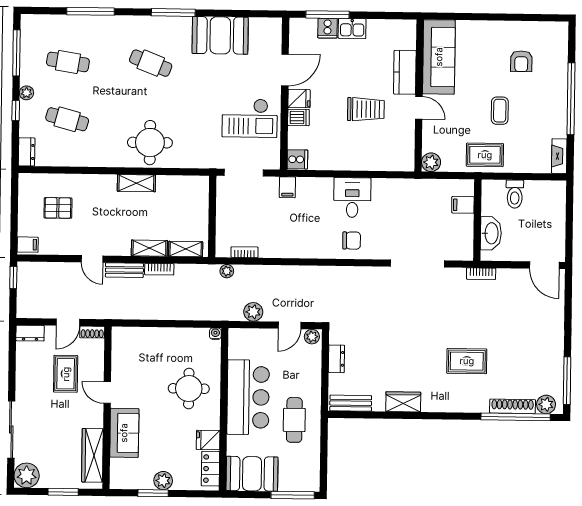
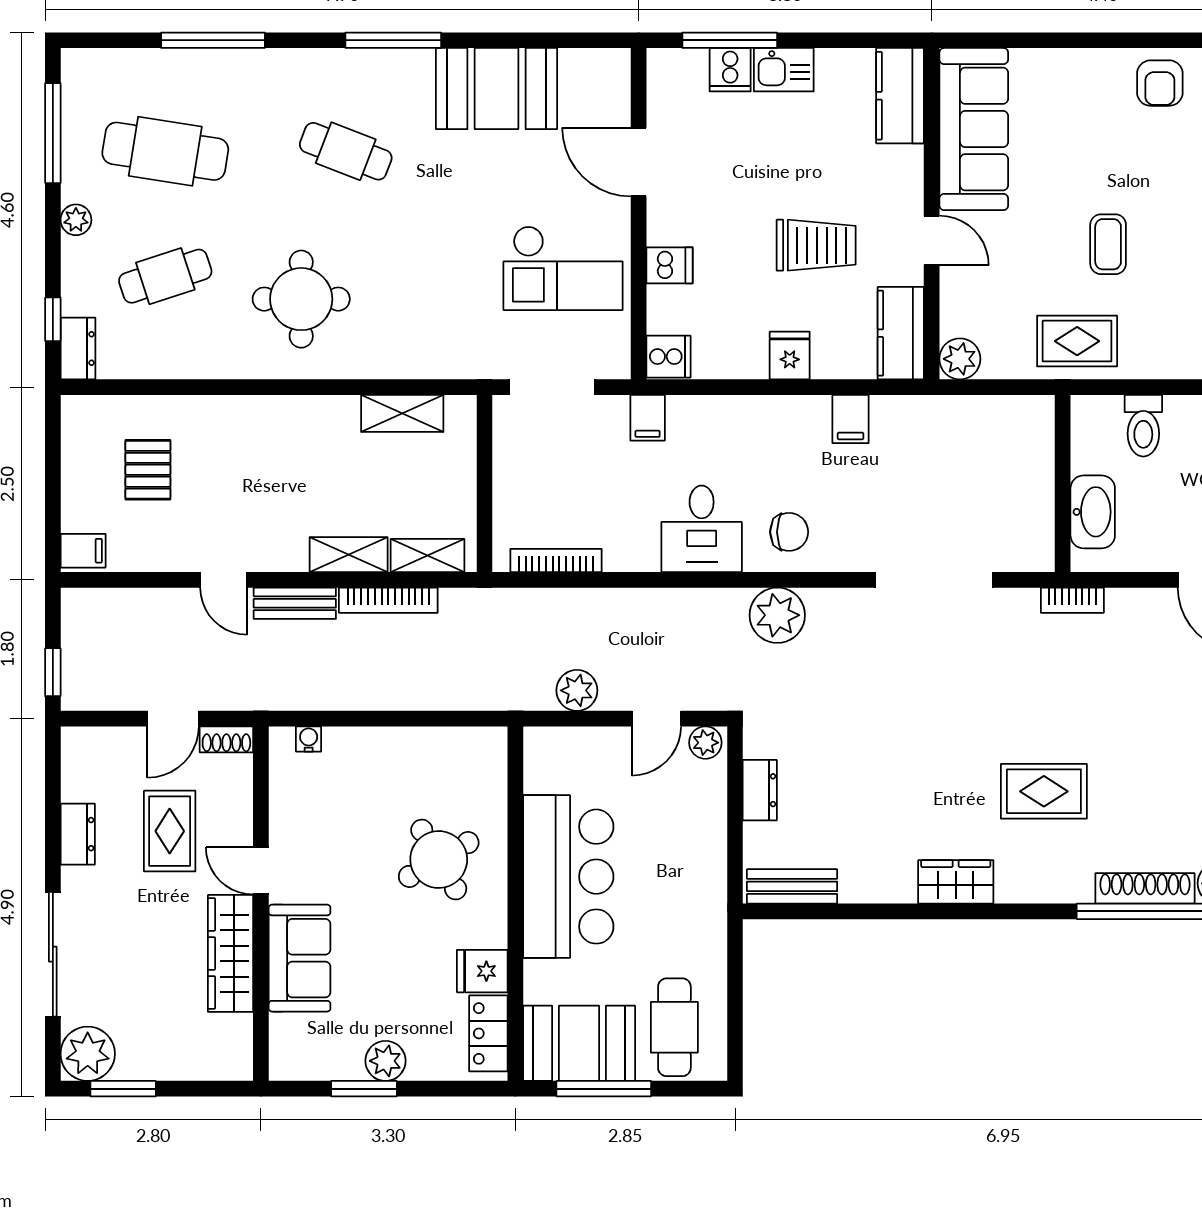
armchair: (521, 61) -> (1160, 83), moved
cafe table: (68, 62) -> (165, 151), width x1.37, depth x1.35
door: (285, 70) -> (639, 162), swing flipped
kitchen counter: (405, 72) -> (900, 96), moved
fridge: (299, 99) -> (790, 356), moved, turned -90
window: (16, 111) -> (53, 319), moved
cafe table: (67, 119) -> (165, 276), turned -33
round table: (150, 143) -> (301, 299), moved
kitchen counter: (404, 150) -> (901, 333), added
shelving: (136, 183) -> (402, 413), moved
desk: (352, 198) -> (702, 529), moved, turned 180
filing cabinet: (463, 205) -> (851, 419), moved, turned -90
pallet: (58, 208) -> (148, 470), turned 90
bookcase: (245, 252) -> (556, 560), width x1.56
bookcase: (159, 269) -> (388, 600), width x1.56
plant: (227, 271) -> (777, 615), moved, width x1.87, depth x1.87
window: (13, 278) -> (53, 672), moved
dresser: (30, 333) -> (78, 834), moved, turned -90
water cooler: (215, 334) -> (309, 739), moved
round table: (189, 389) -> (439, 860), turned -30
wardrobe: (403, 402) -> (956, 882), moved
cafe table: (294, 420) -> (674, 1027), moved
wardrobe: (92, 455) -> (231, 953), moved
window: (63, 492) -> (123, 1089), moved
window: (293, 495) -> (604, 1089), moved

